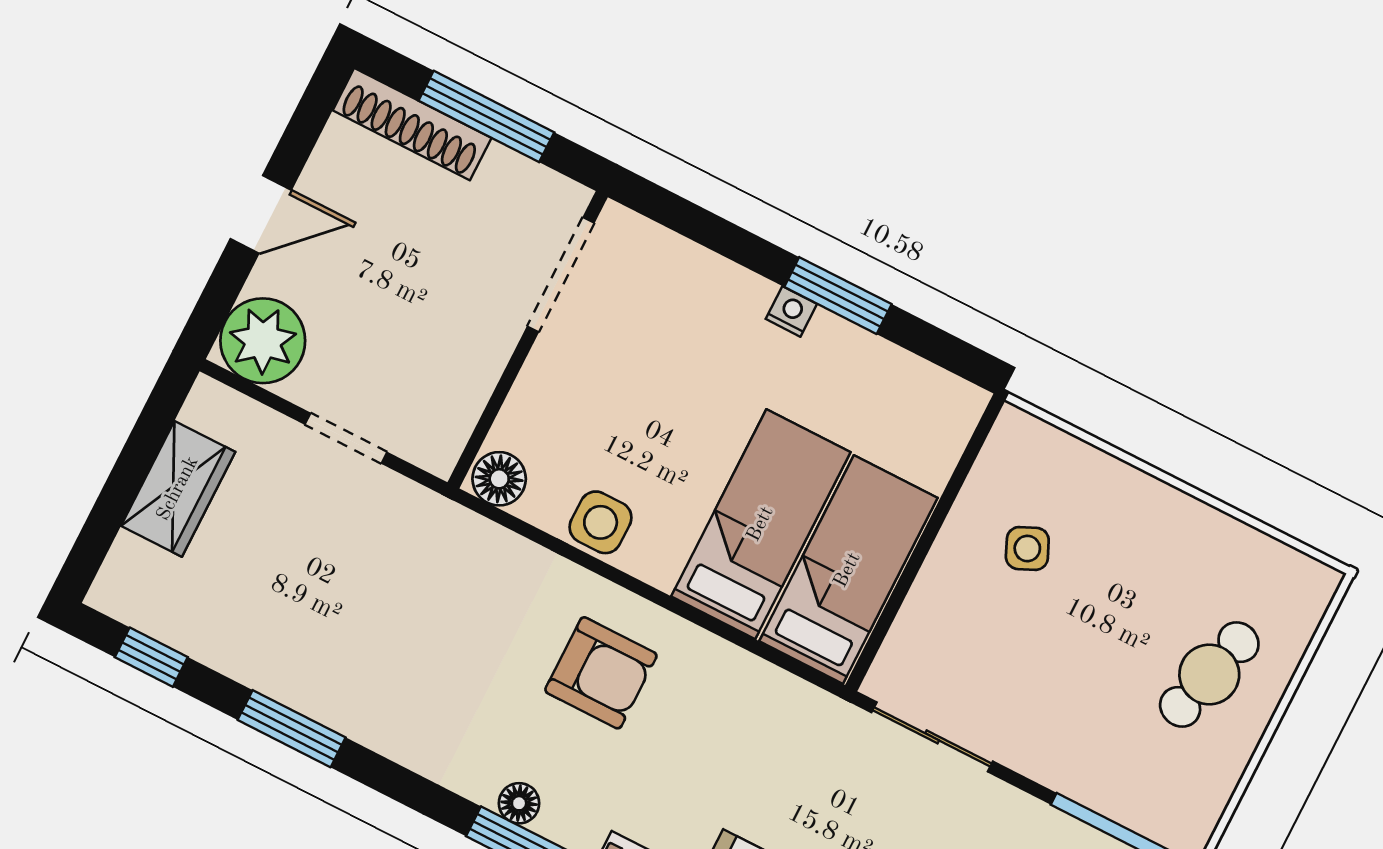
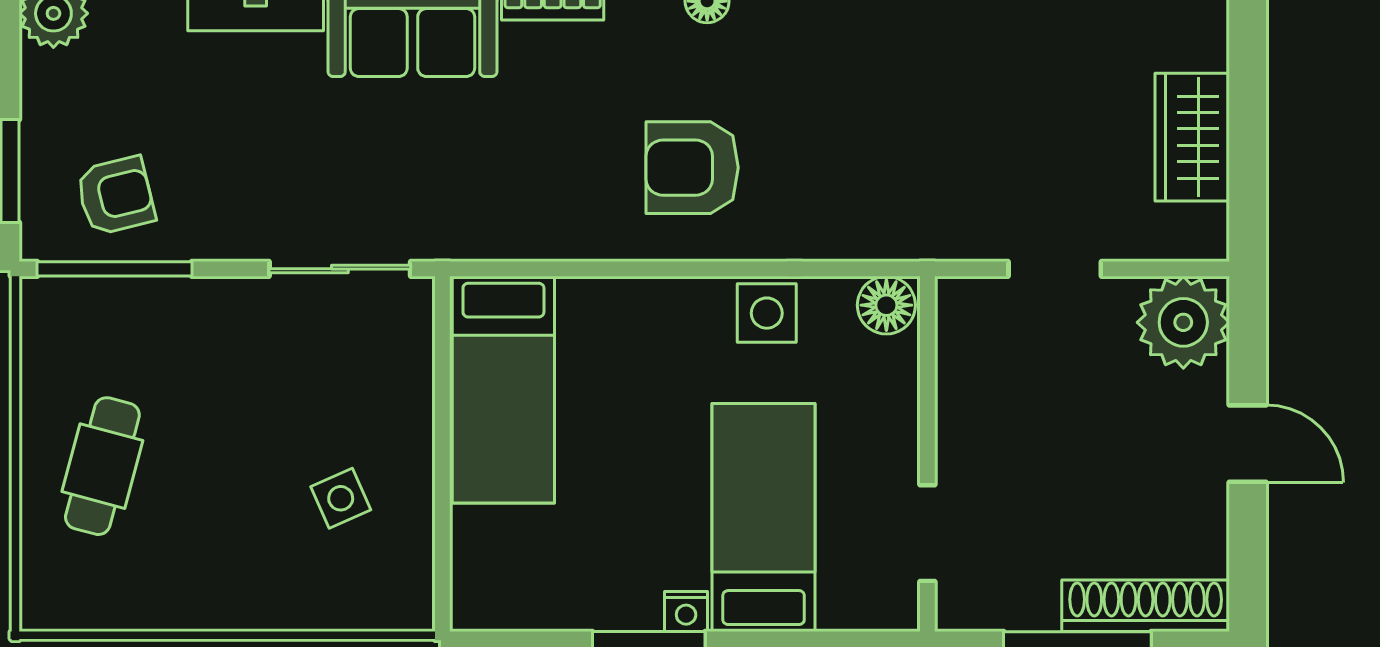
door: (261, 214) -> (1248, 444), swing flipped
doorway: (561, 275) -> (927, 533), width x0.73
bed: (761, 524) -> (764, 517), moved, turned 180

